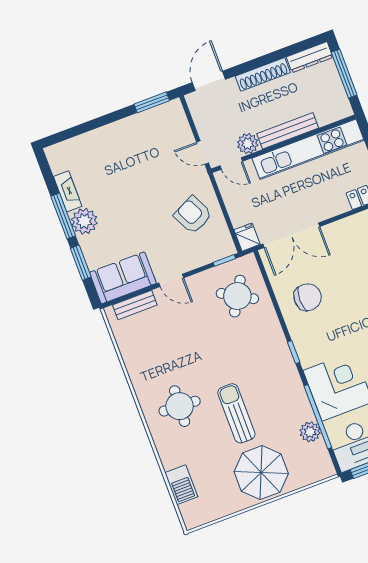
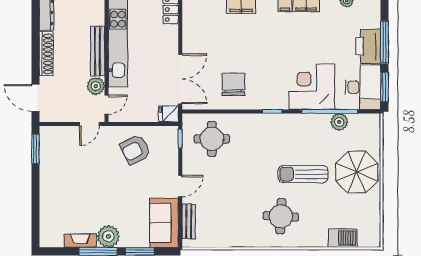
round table: (237, 296) -> (212, 139), turned -30

